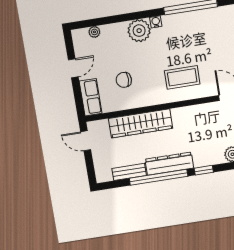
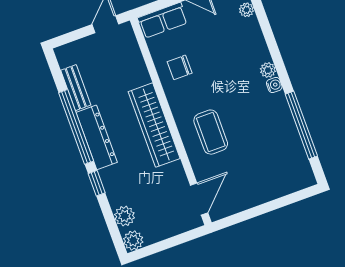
plant: (139, 31) -> (268, 70), width x0.53, depth x0.53
chair: (124, 80) -> (180, 67), moved, turned -90
wardrobe: (141, 123) -> (154, 125), moved

